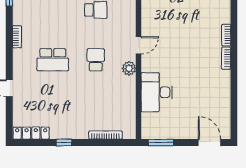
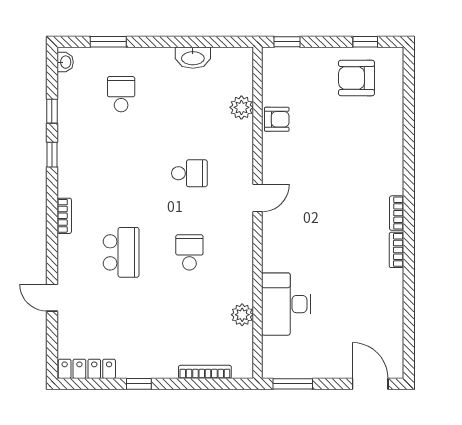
door: (139, 45) -> (257, 198), moved
school desk: (53, 60) -> (121, 252), turned -90
plant: (129, 68) -> (242, 315), moved

